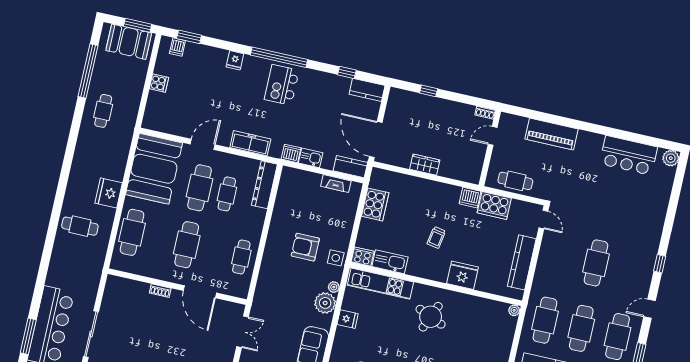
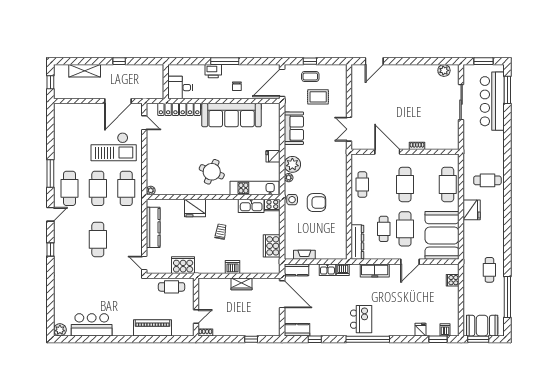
fridge: (235, 60) -> (420, 330), moved
cooker: (159, 83) -> (453, 280), moved
dishwasher: (470, 198) -> (233, 267), moved

